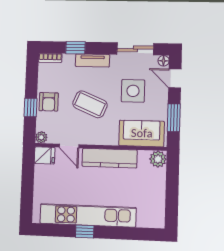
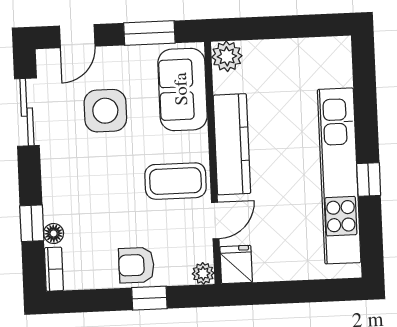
tv unit: (92, 60) -> (54, 190), removed
floor lamp: (164, 61) -> (54, 233), moved
armchair: (49, 102) -> (136, 265), turned 180
coffee table: (90, 104) -> (176, 181), moved, turned 67

